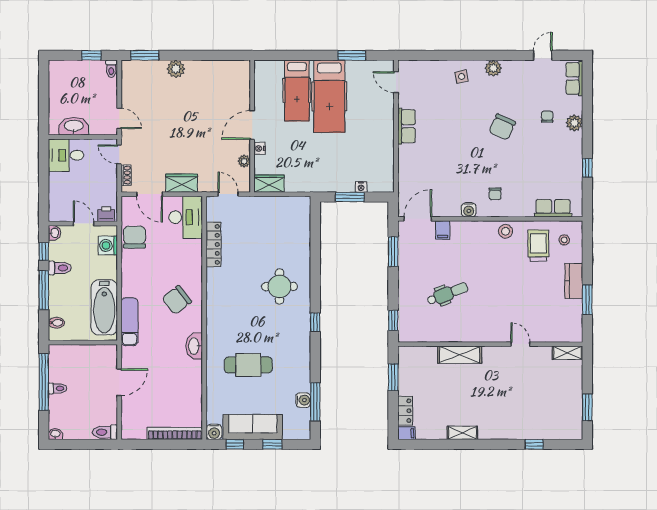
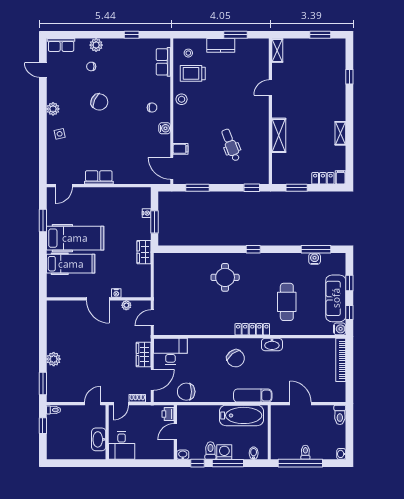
wardrobe: (269, 184) -> (144, 252), moved
locker: (213, 244) -> (252, 329), moved
washing machine: (108, 245) -> (224, 452), moved, turned 180

